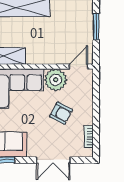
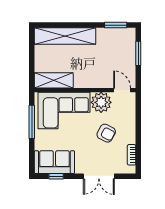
door: (78, 67) -> (122, 90), hinge flipped

